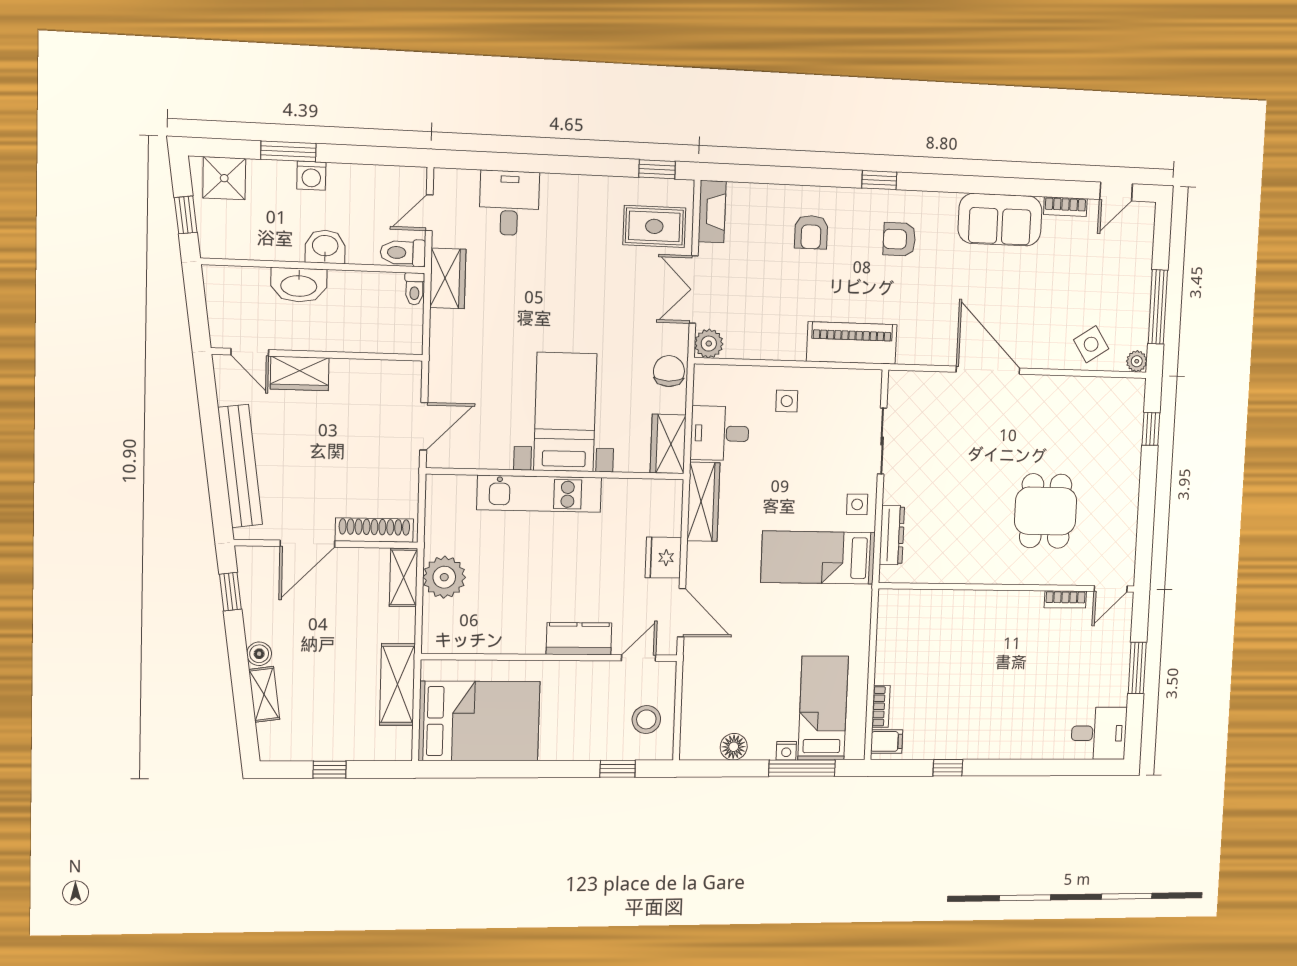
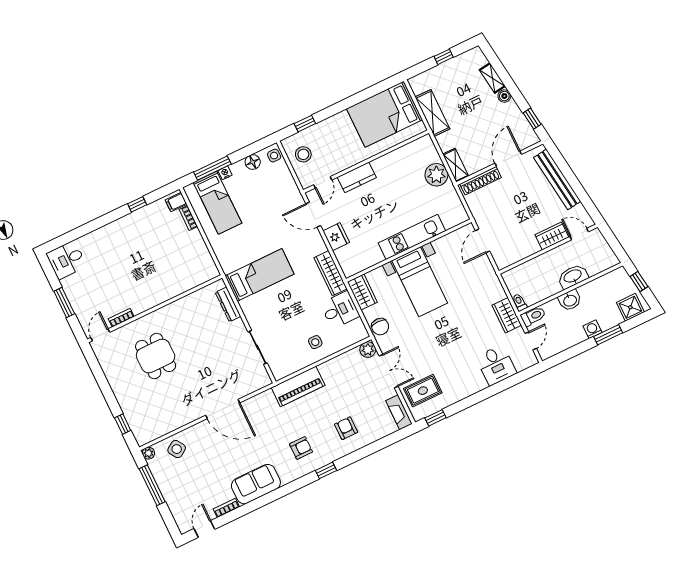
side table: (857, 504) -> (274, 156), moved

